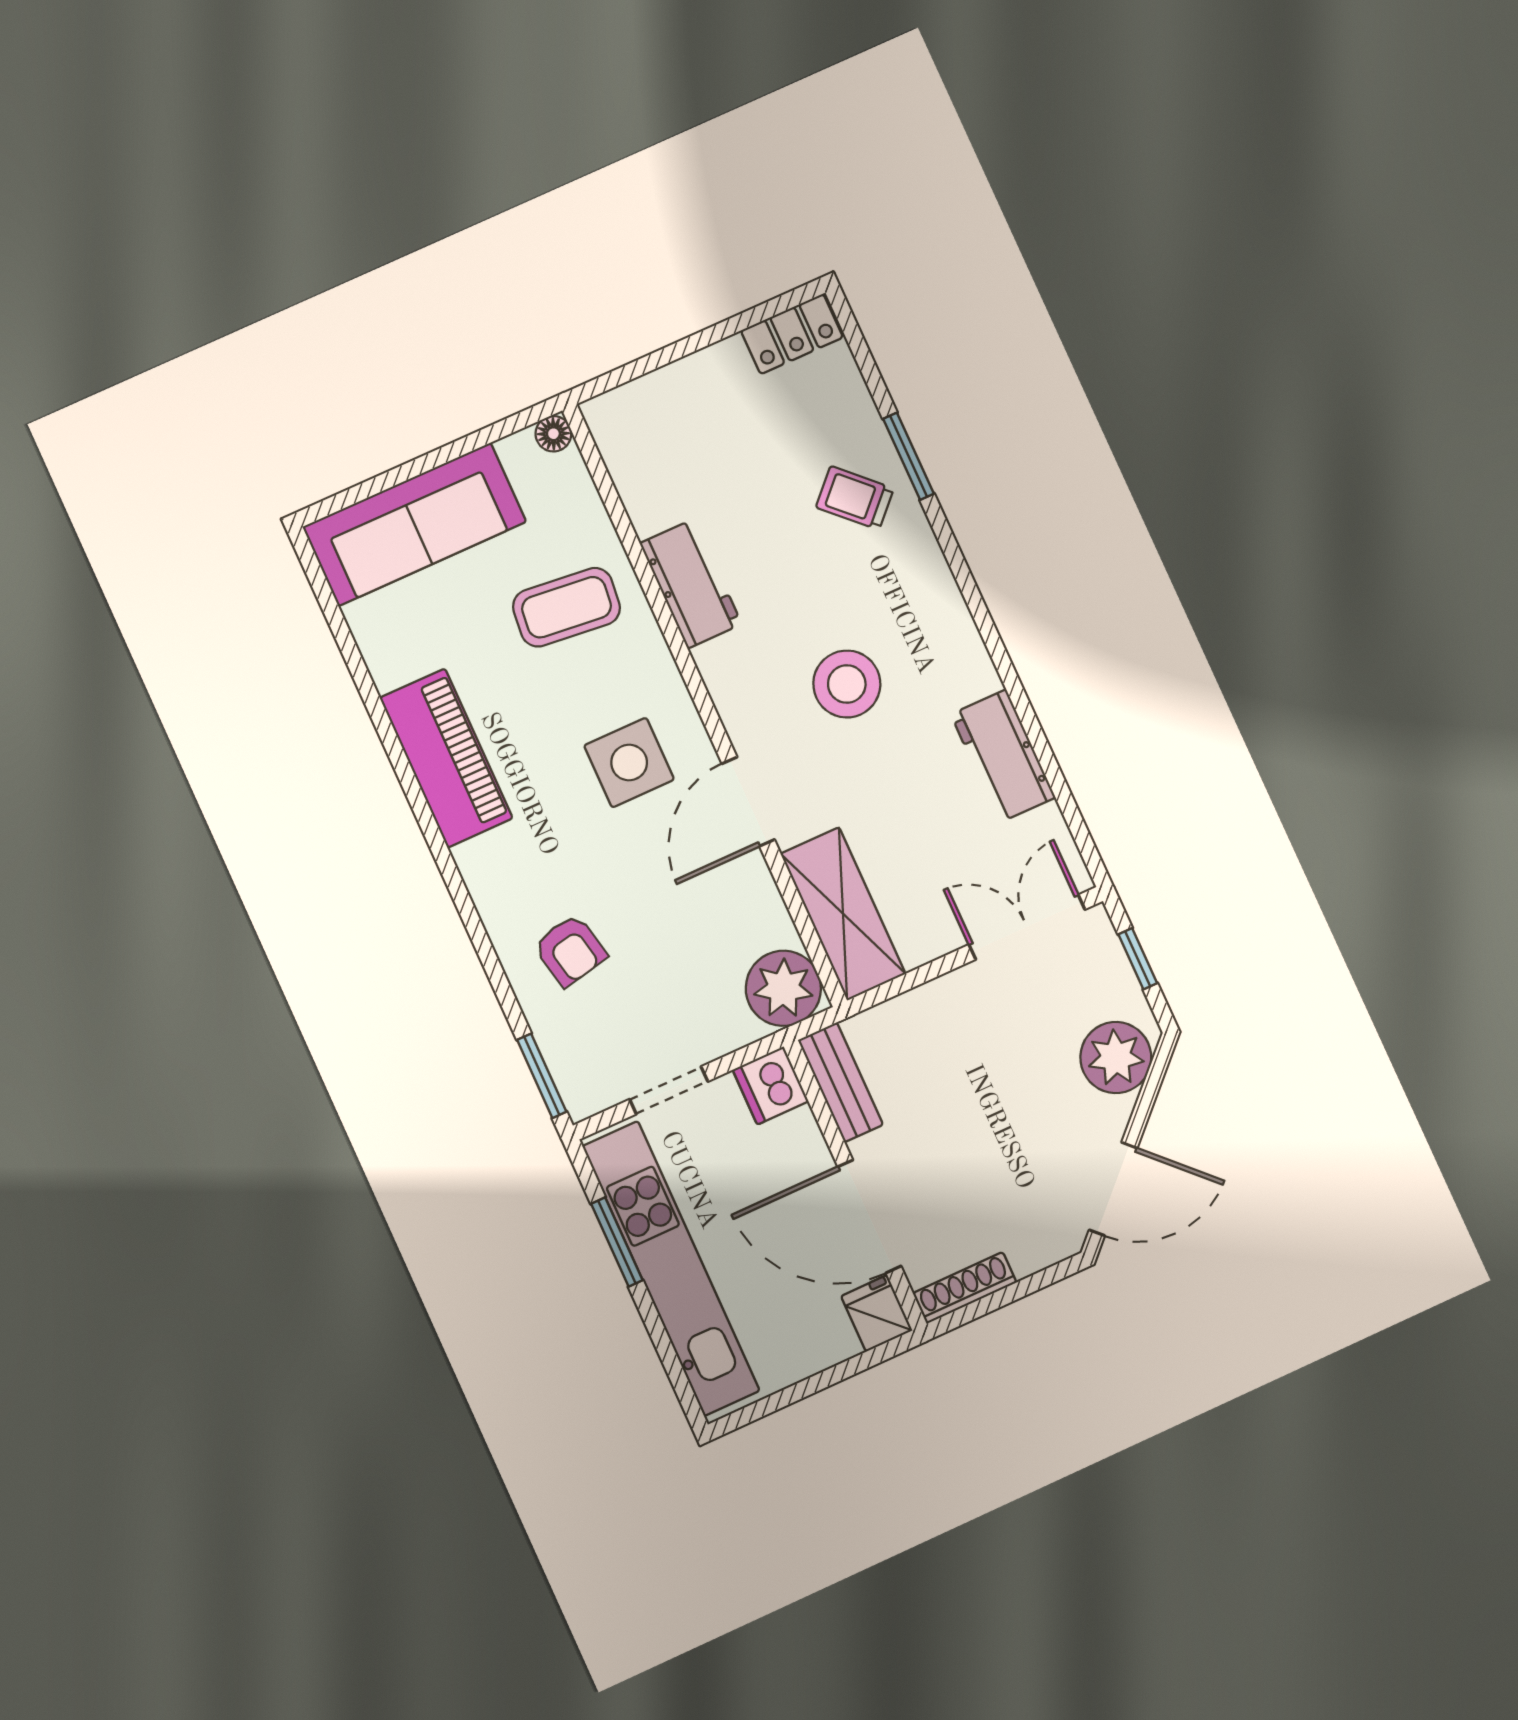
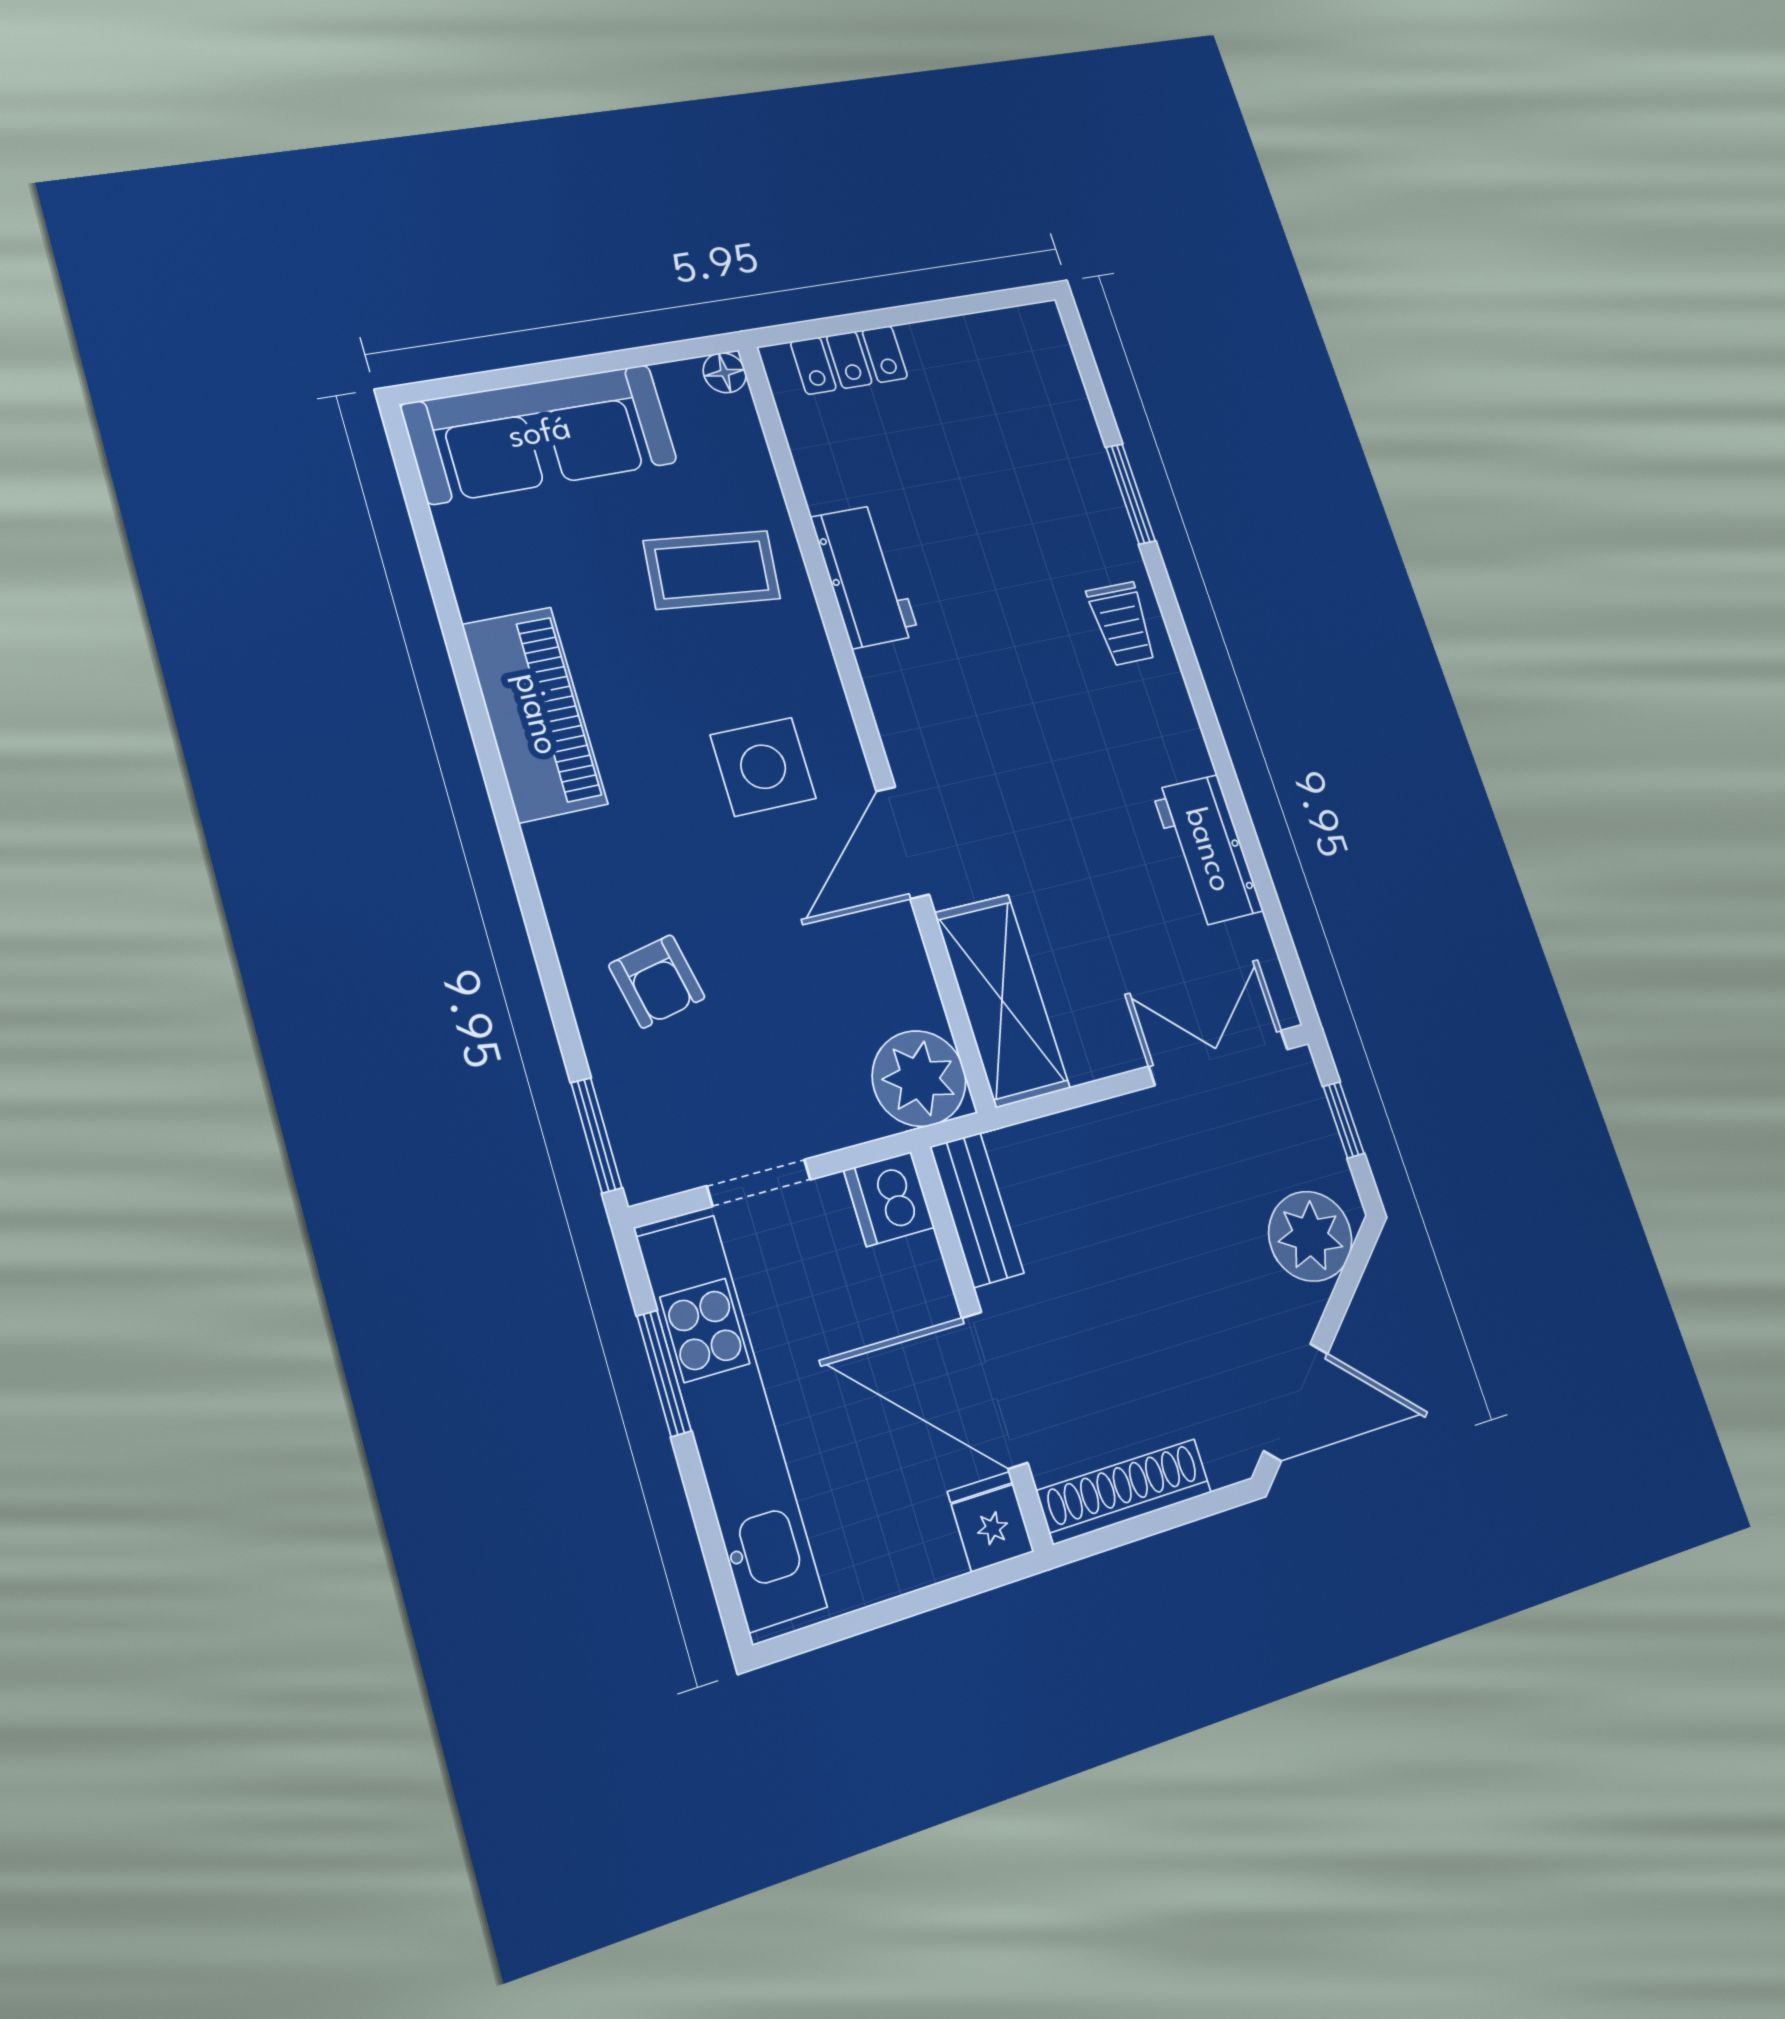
locker: (792, 334) -> (849, 360), moved
trolley: (855, 498) -> (1122, 624), moved, turned -134
stool: (847, 684) -> (1035, 730), removed
shoe rack: (965, 1288) -> (1124, 1492), width x1.36, depth x1.24

